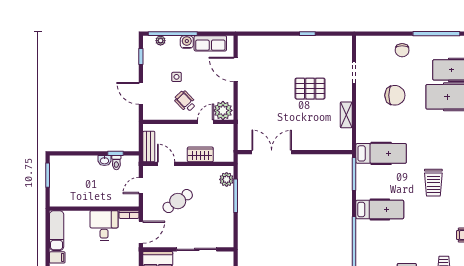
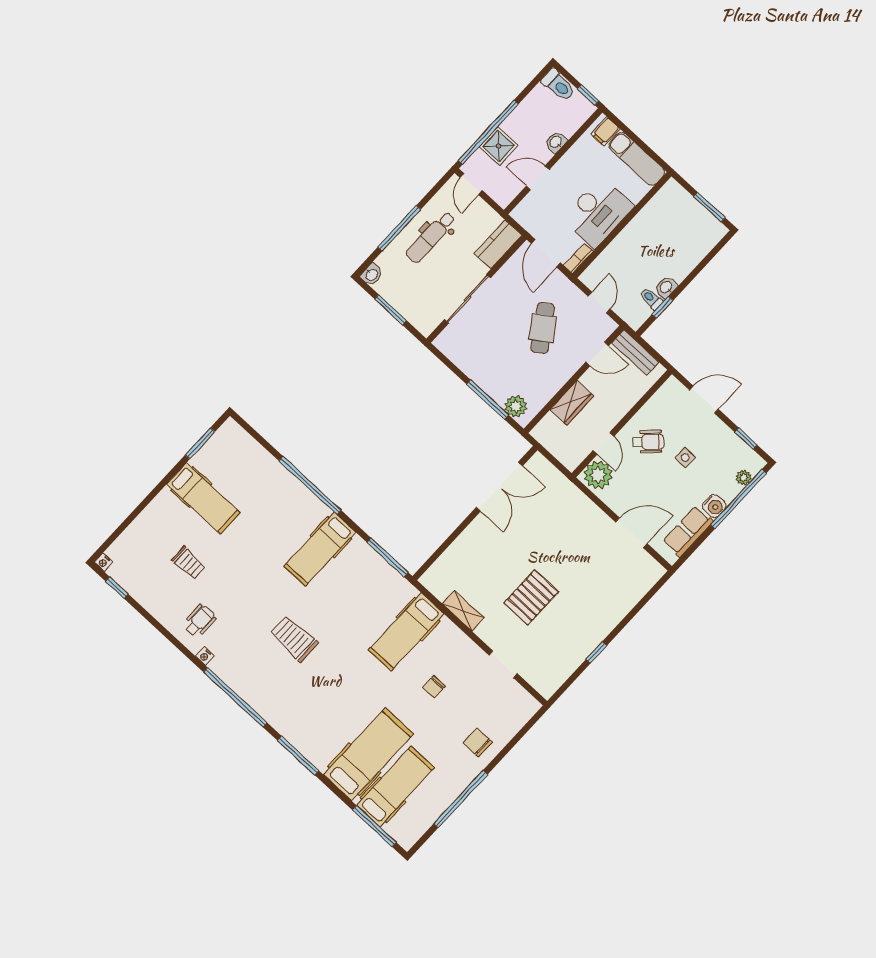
chair: (395, 95) -> (434, 687), width x0.54, depth x0.54
hospital bed: (381, 153) -> (406, 632), moved
desk: (104, 226) -> (598, 212), width x1.37

